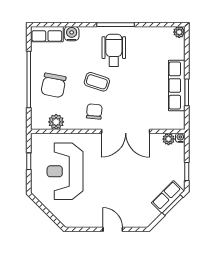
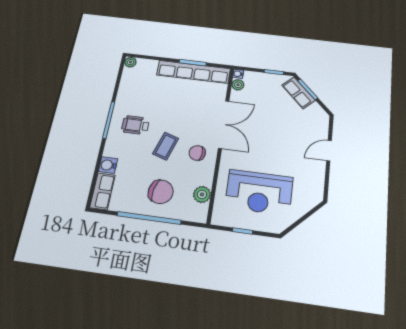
wheelchair: (114, 50) -> (135, 125), width x0.73, depth x0.73
row of seats: (177, 85) -> (194, 72), width x1.36

